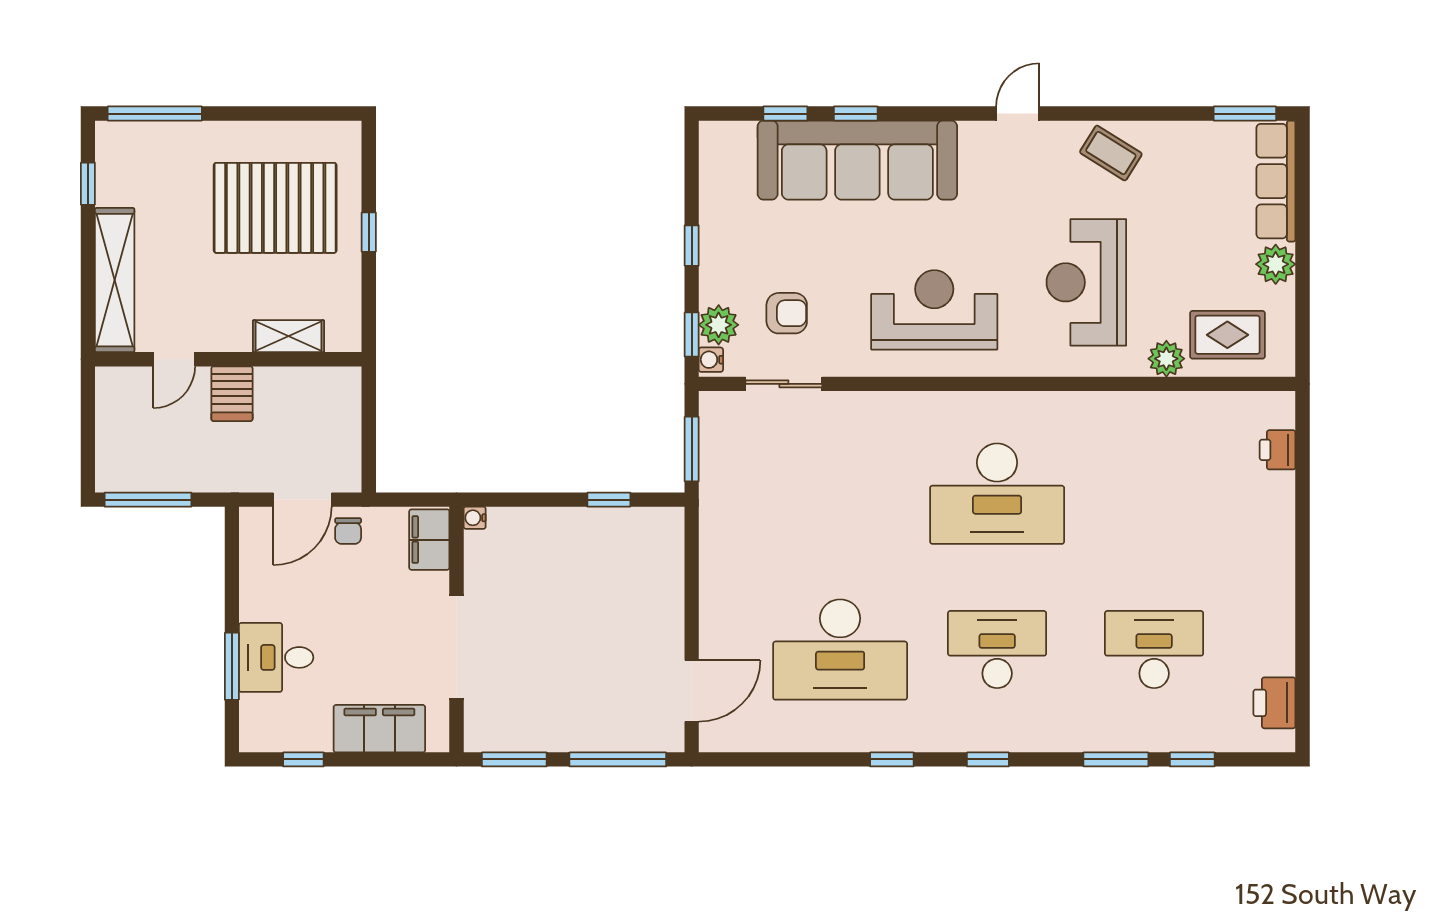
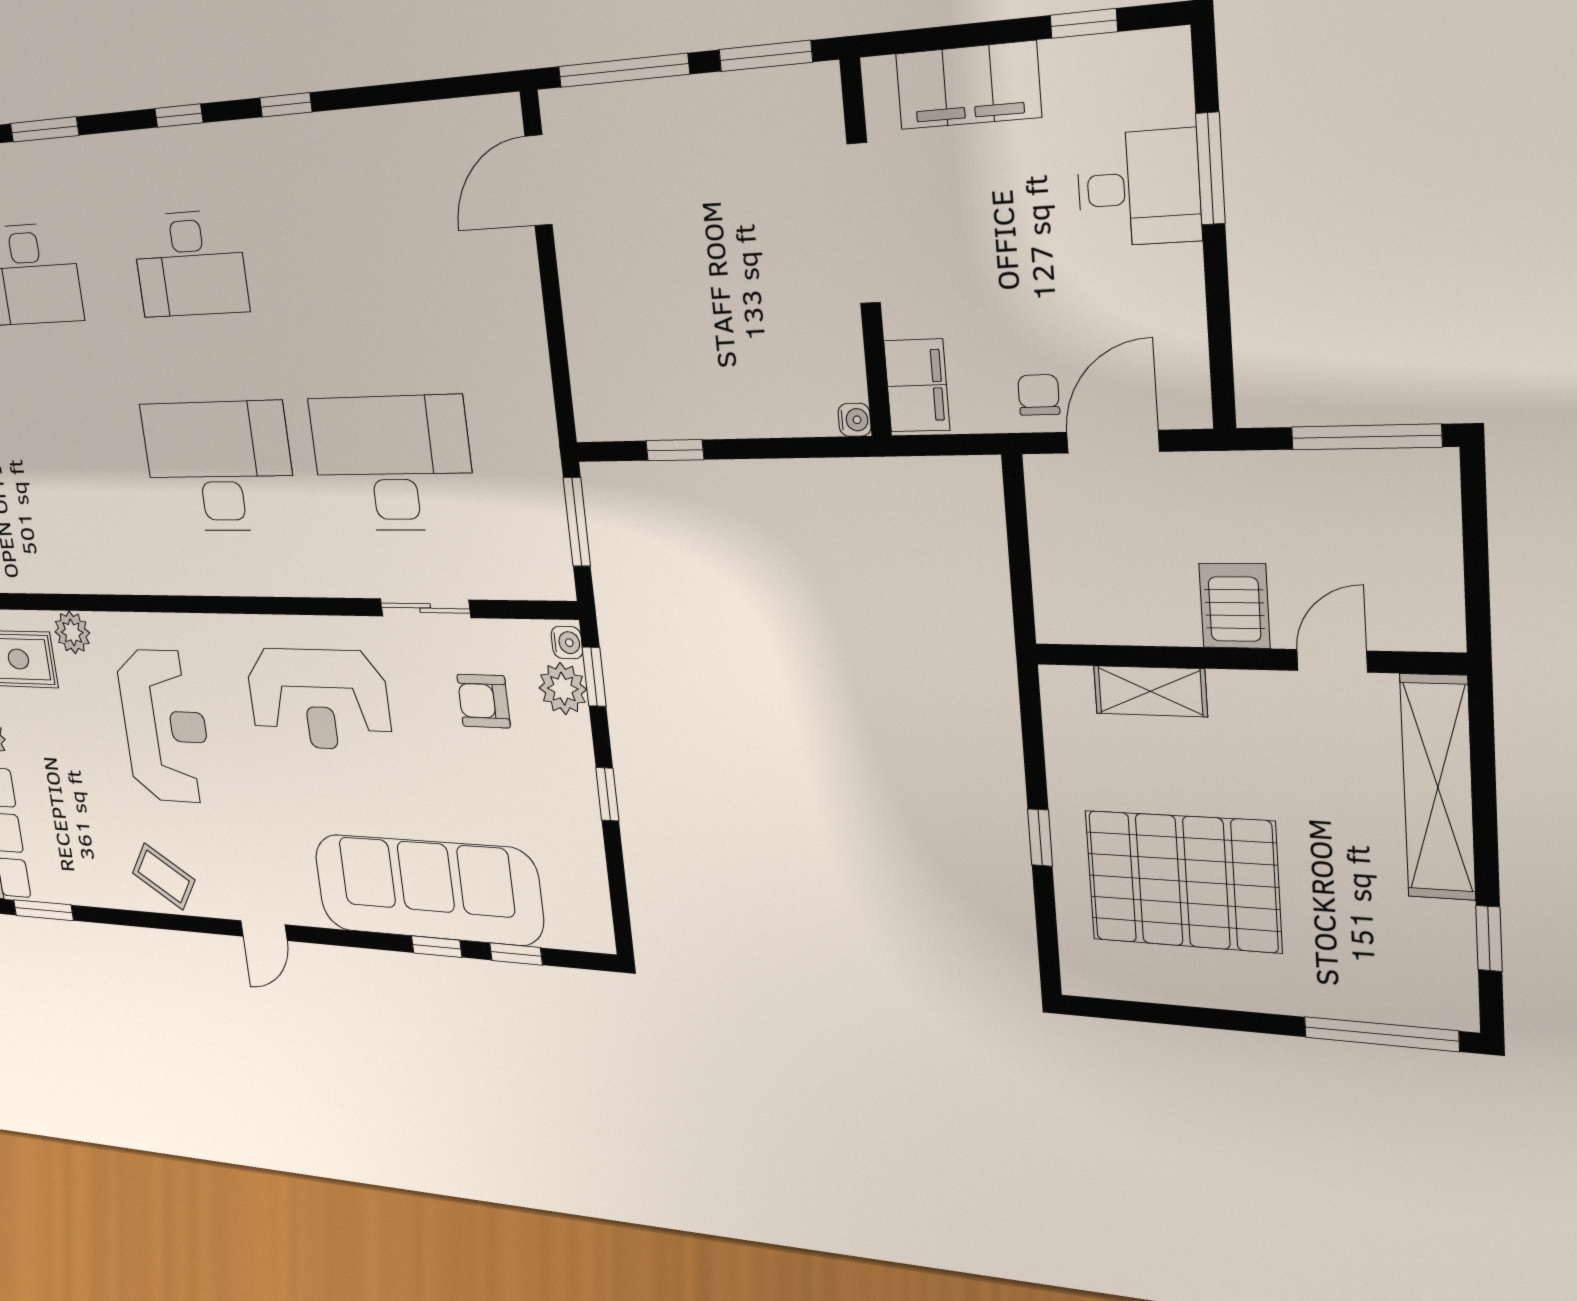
sliding door: (784, 384) -> (425, 608), moved
desk: (840, 650) -> (392, 463), moved

